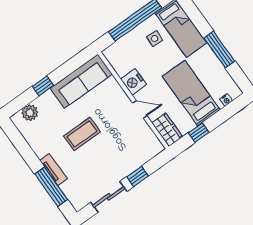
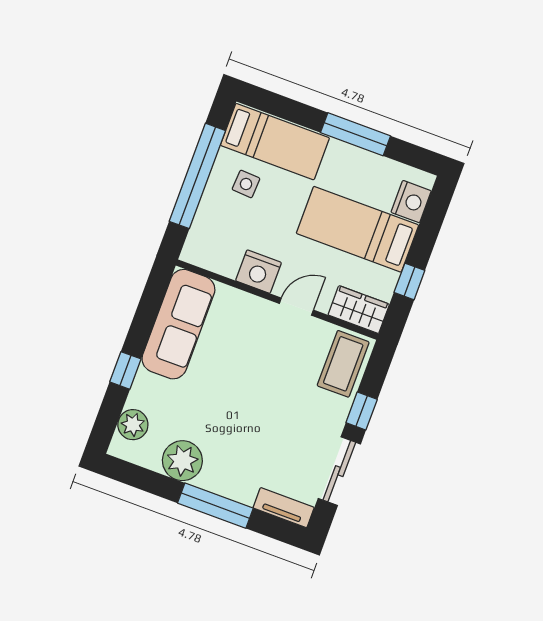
nightstand: (226, 100) -> (411, 202), width x1.89, depth x1.79
coffee table: (82, 134) -> (343, 364), moved
plant: (41, 144) -> (182, 461), added
tv unit: (53, 170) -> (284, 508), moved
window: (51, 187) -> (215, 506), moved

